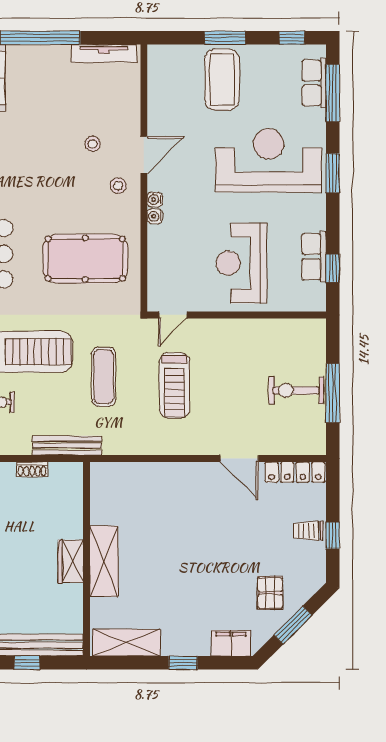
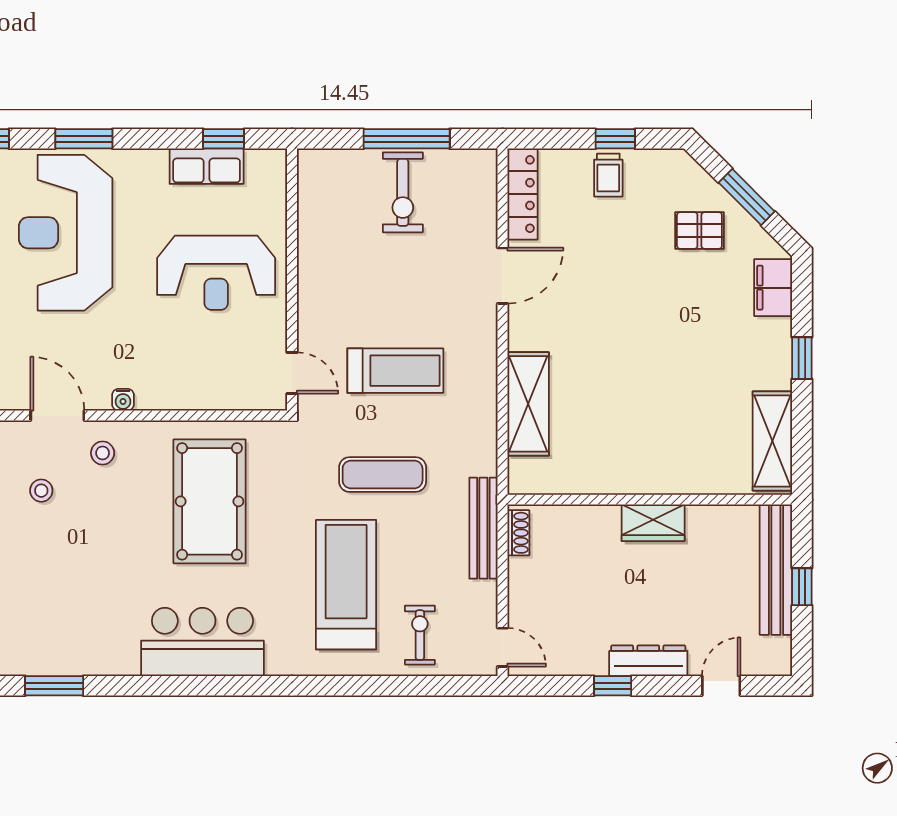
water cooler: (155, 216) -> (148, 400), removed
shoe rack: (32, 469) -> (518, 533), moved
shelving: (104, 561) -> (528, 404), moved, turned 90

